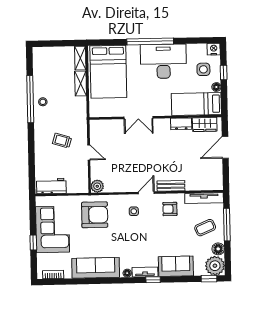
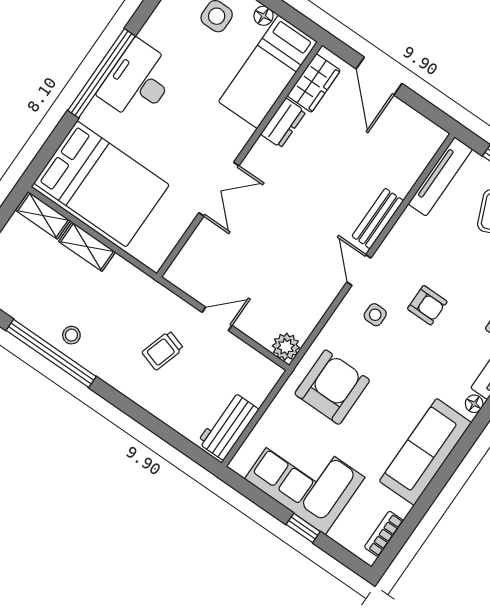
desk: (163, 61) -> (138, 81), width x0.73, depth x0.77
armchair: (170, 209) -> (427, 305), moved, turned -90

